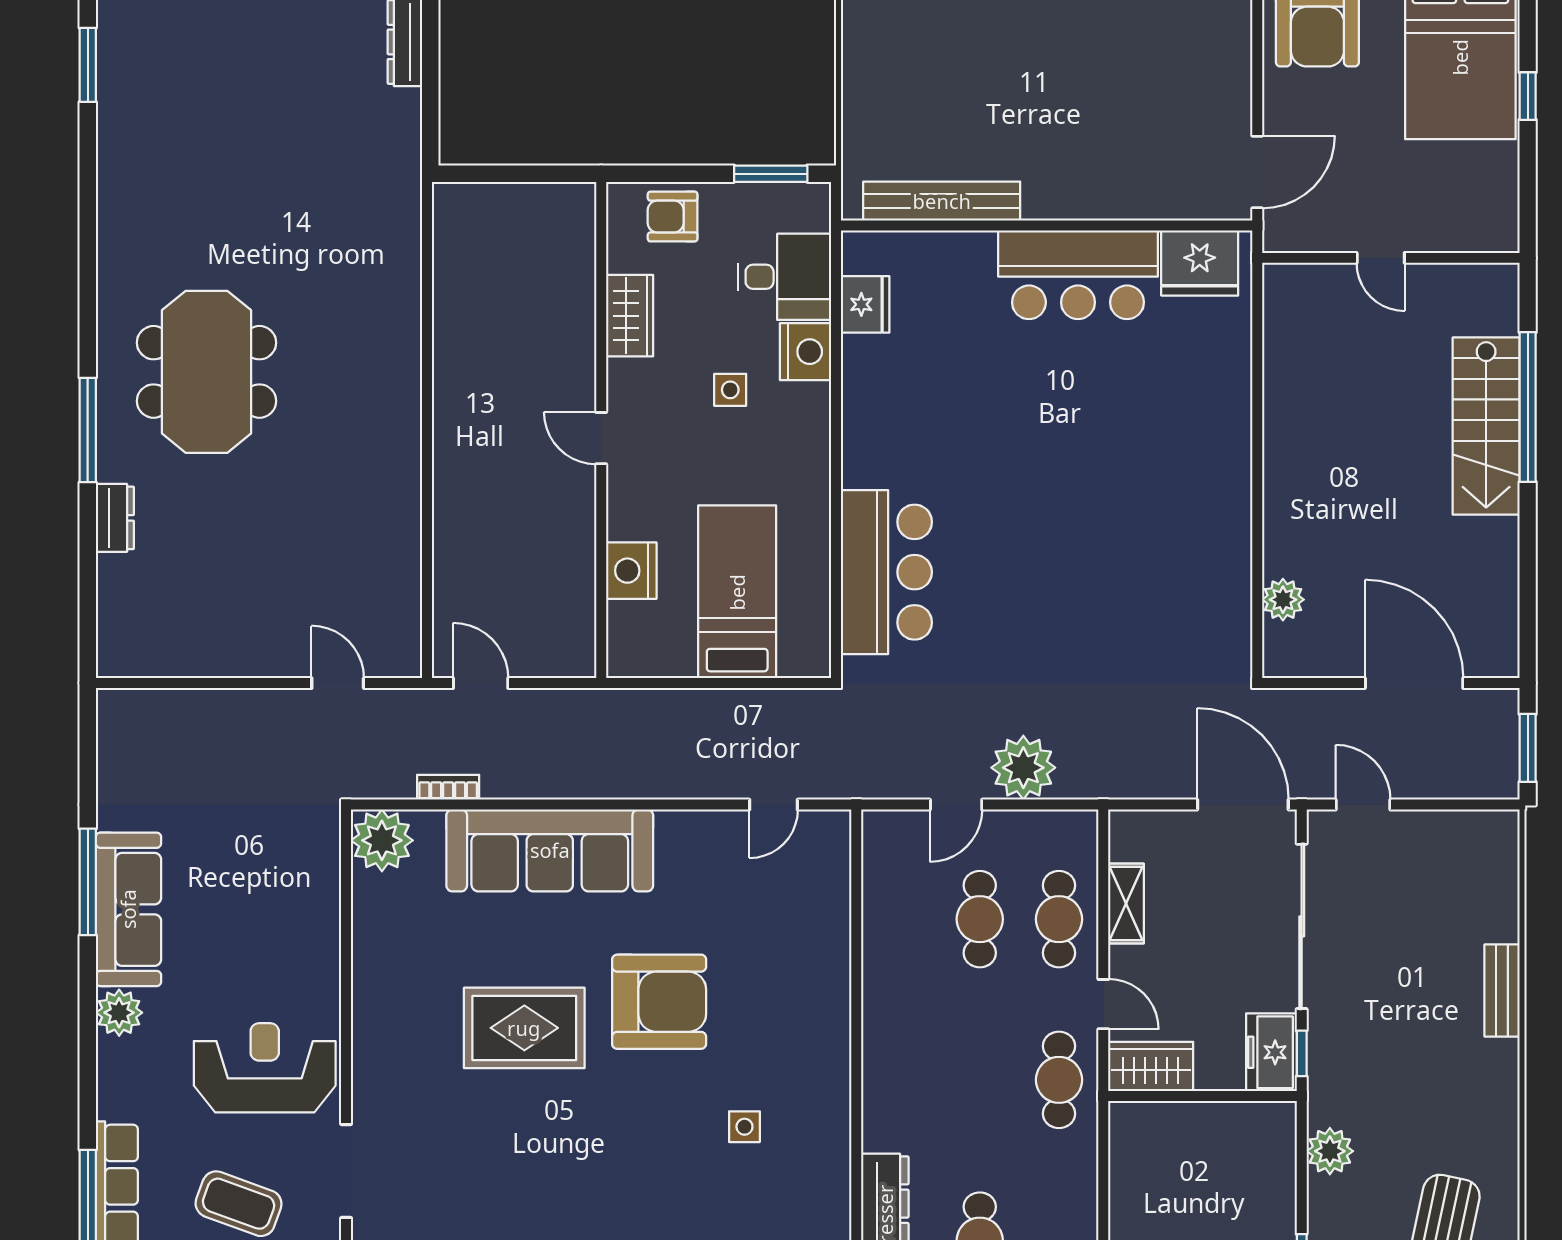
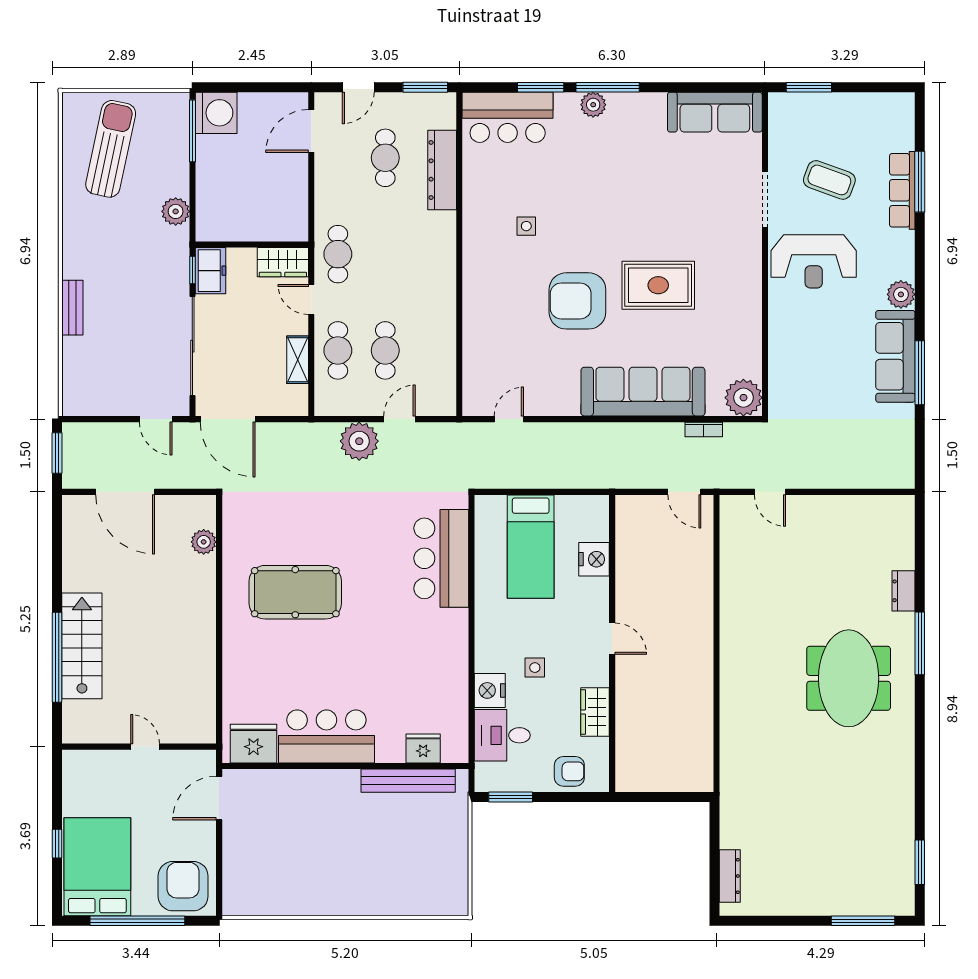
fridge: (865, 304) -> (423, 749), moved, turned 90
pool table: (1130, 516) -> (295, 592), added

